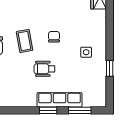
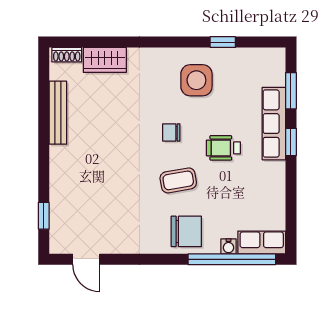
side table: (86, 52) -> (196, 80), width x1.87, depth x1.87
wheelchair: (45, 69) -> (223, 148), turned 90

